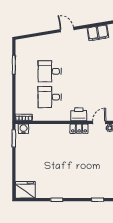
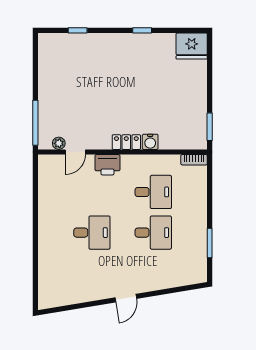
door: (67, 30) -> (126, 298), hinge flipped
filing cabinet: (98, 33) -> (77, 293), removed
desk: (89, 71) -> (92, 233), added
water cooler: (23, 129) -> (150, 142), moved
locker: (79, 129) -> (126, 142), moved

